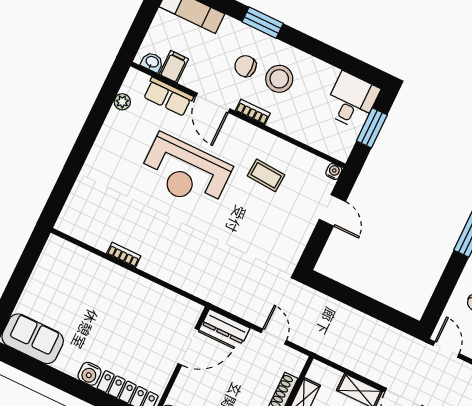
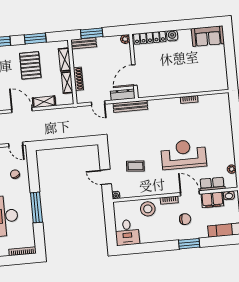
filing cabinet: (174, 67) -> (212, 200), width x2.00
stool: (279, 79) -> (148, 209), moved
window: (372, 128) -> (110, 225), removed
coffee table: (266, 175) -> (135, 166), moved
bench: (225, 300) -> (130, 106), added

